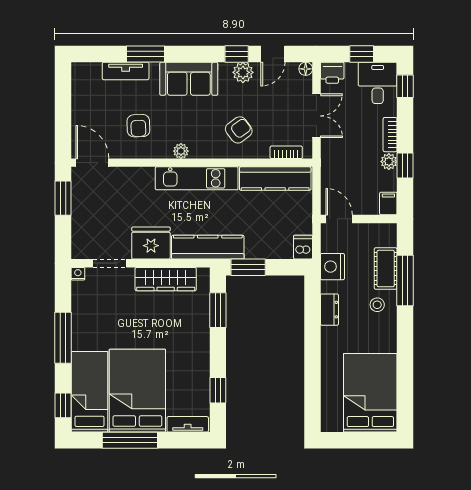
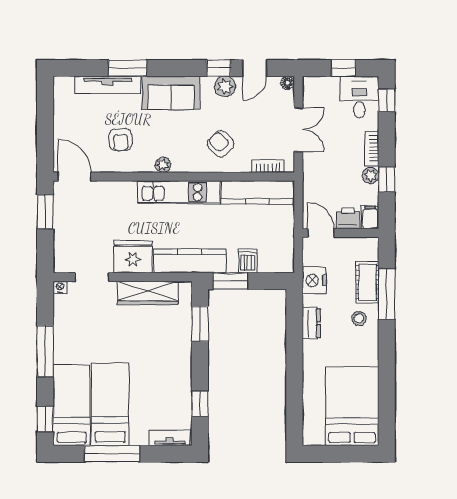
tv unit: (126, 71) -> (108, 85), width x1.41
printer: (332, 73) -> (348, 218), moved, turned 180
armchair: (239, 130) -> (221, 144), turned -97
dishwasher: (303, 247) -> (248, 261), moved
bed: (137, 391) -> (110, 404), width x0.67

